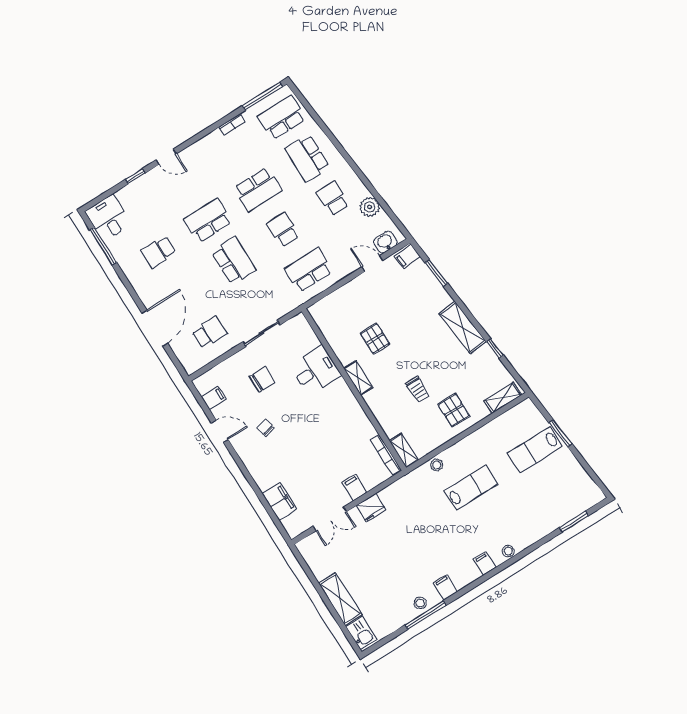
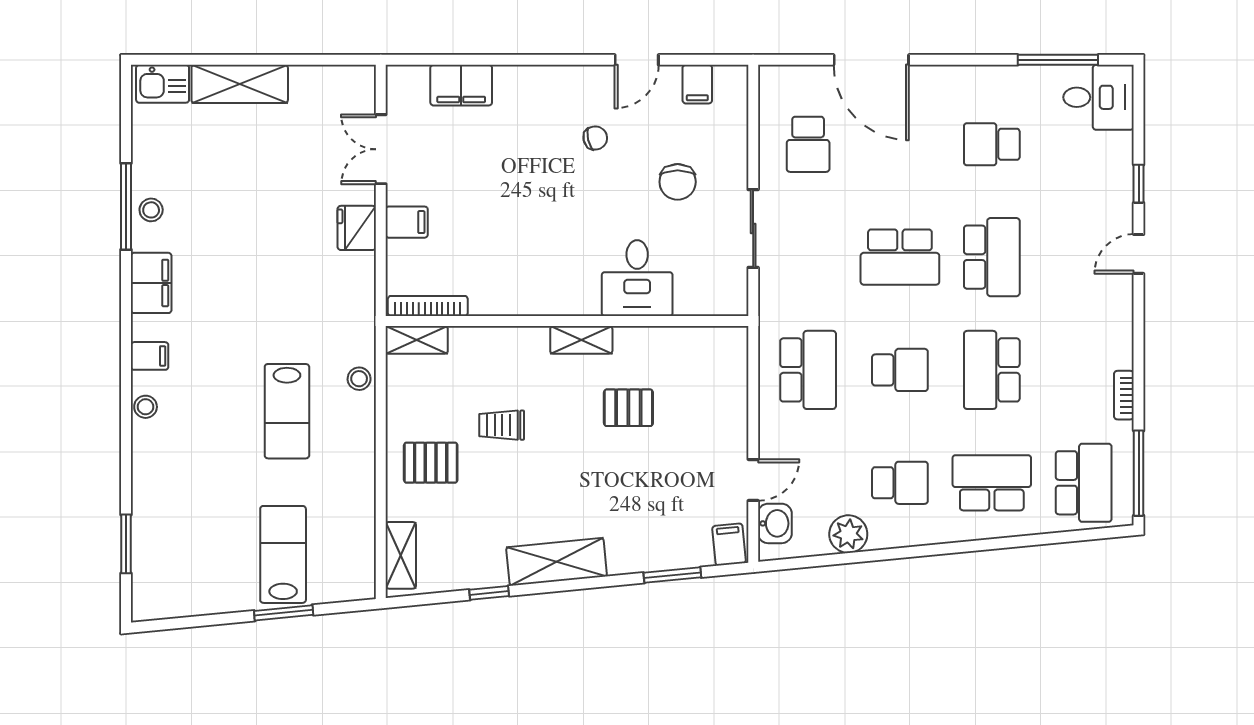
school desk: (159, 252) -> (992, 144), turned -90
filing cabinet: (446, 587) -> (151, 283), width x2.00

